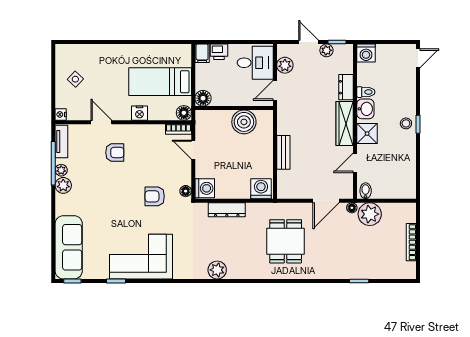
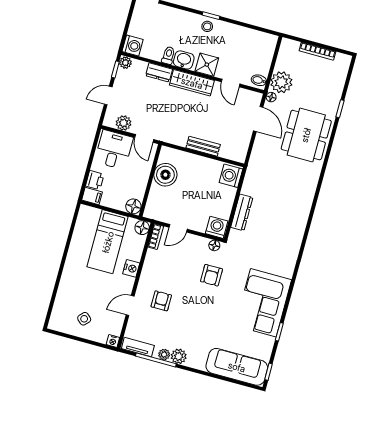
plant: (326, 50) -> (125, 63), moved
dining table: (286, 241) -> (306, 135), moved, width x1.38
plant: (217, 270) -> (295, 236), removed

